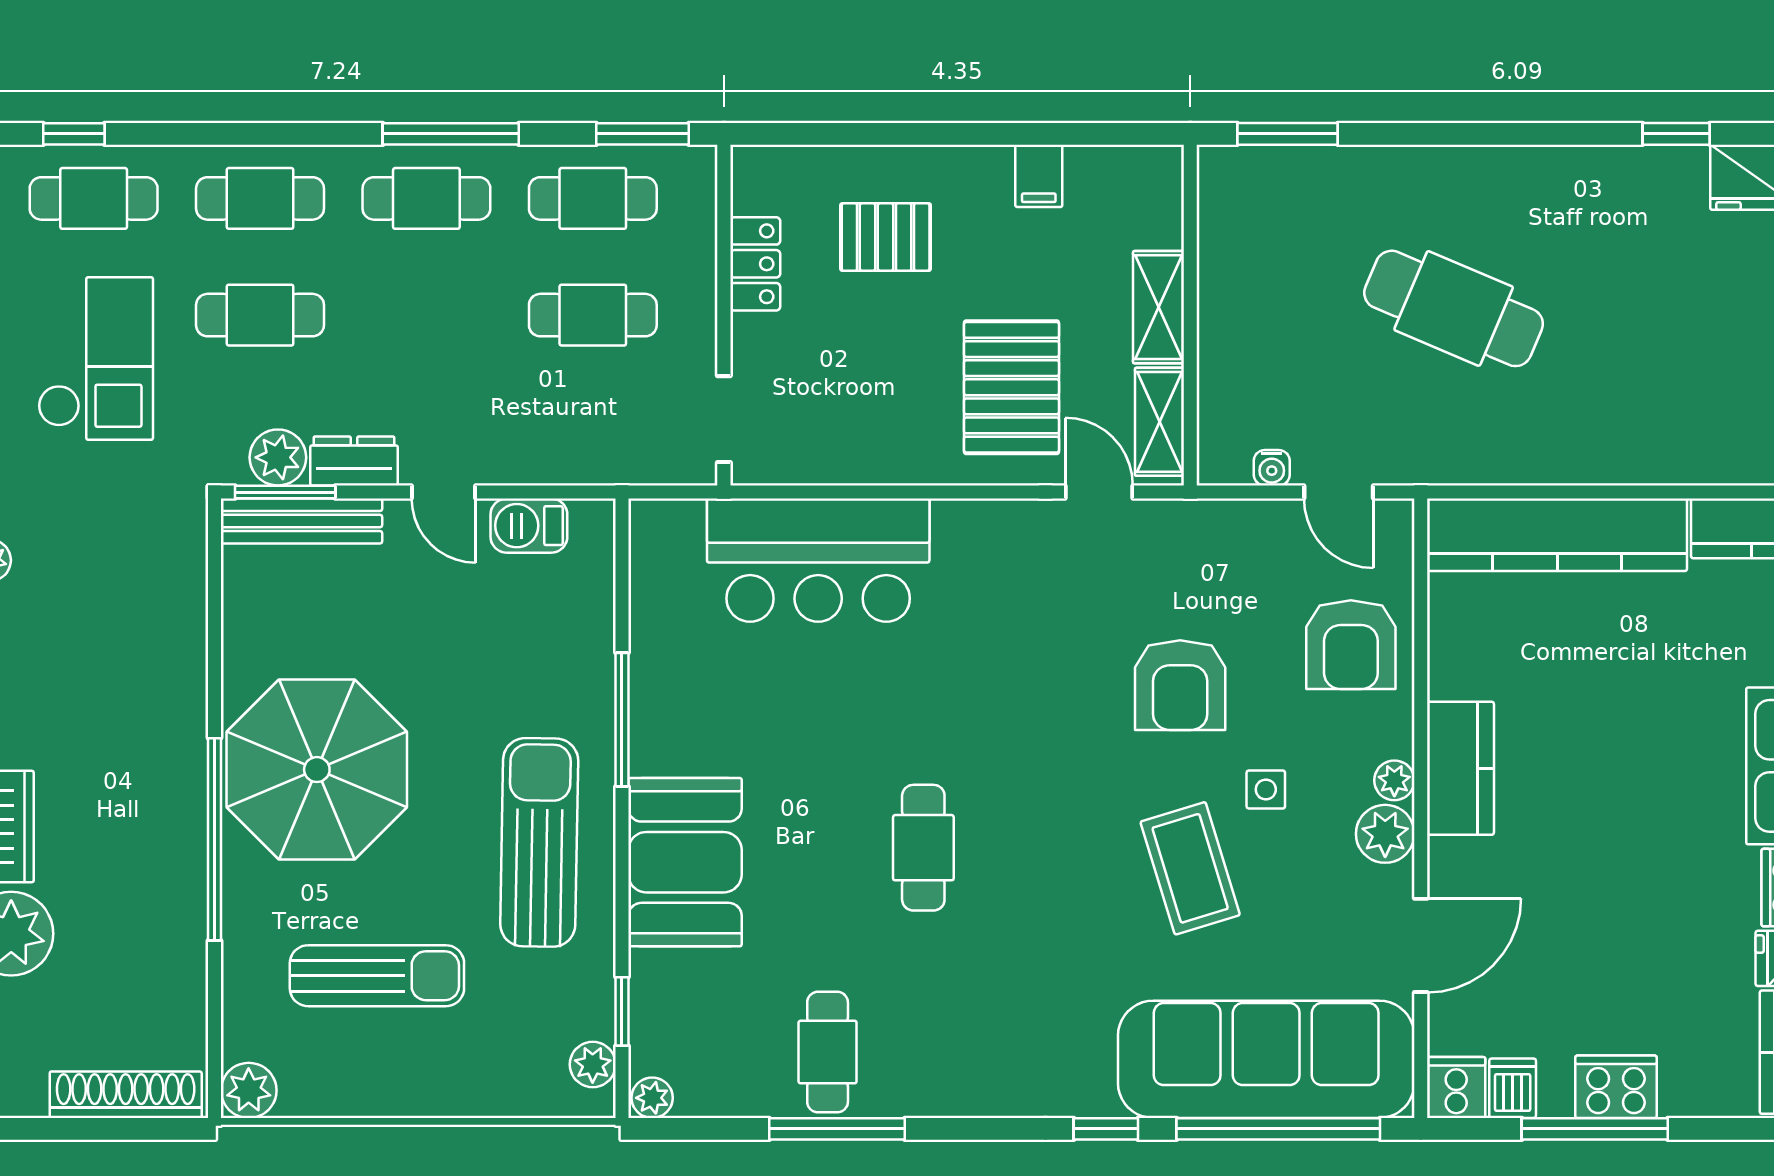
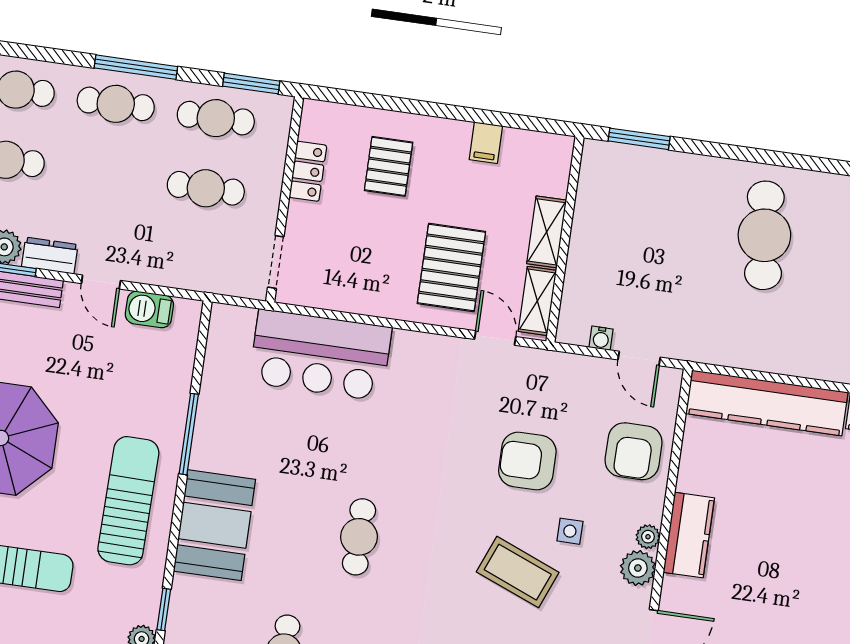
pallet: (886, 237) -> (389, 166), turned 90
cafe table: (1454, 308) -> (764, 235), moved, turned 61
armchair: (1180, 685) -> (527, 461), turned 90
coffee table: (1190, 868) -> (518, 572), turned -51

